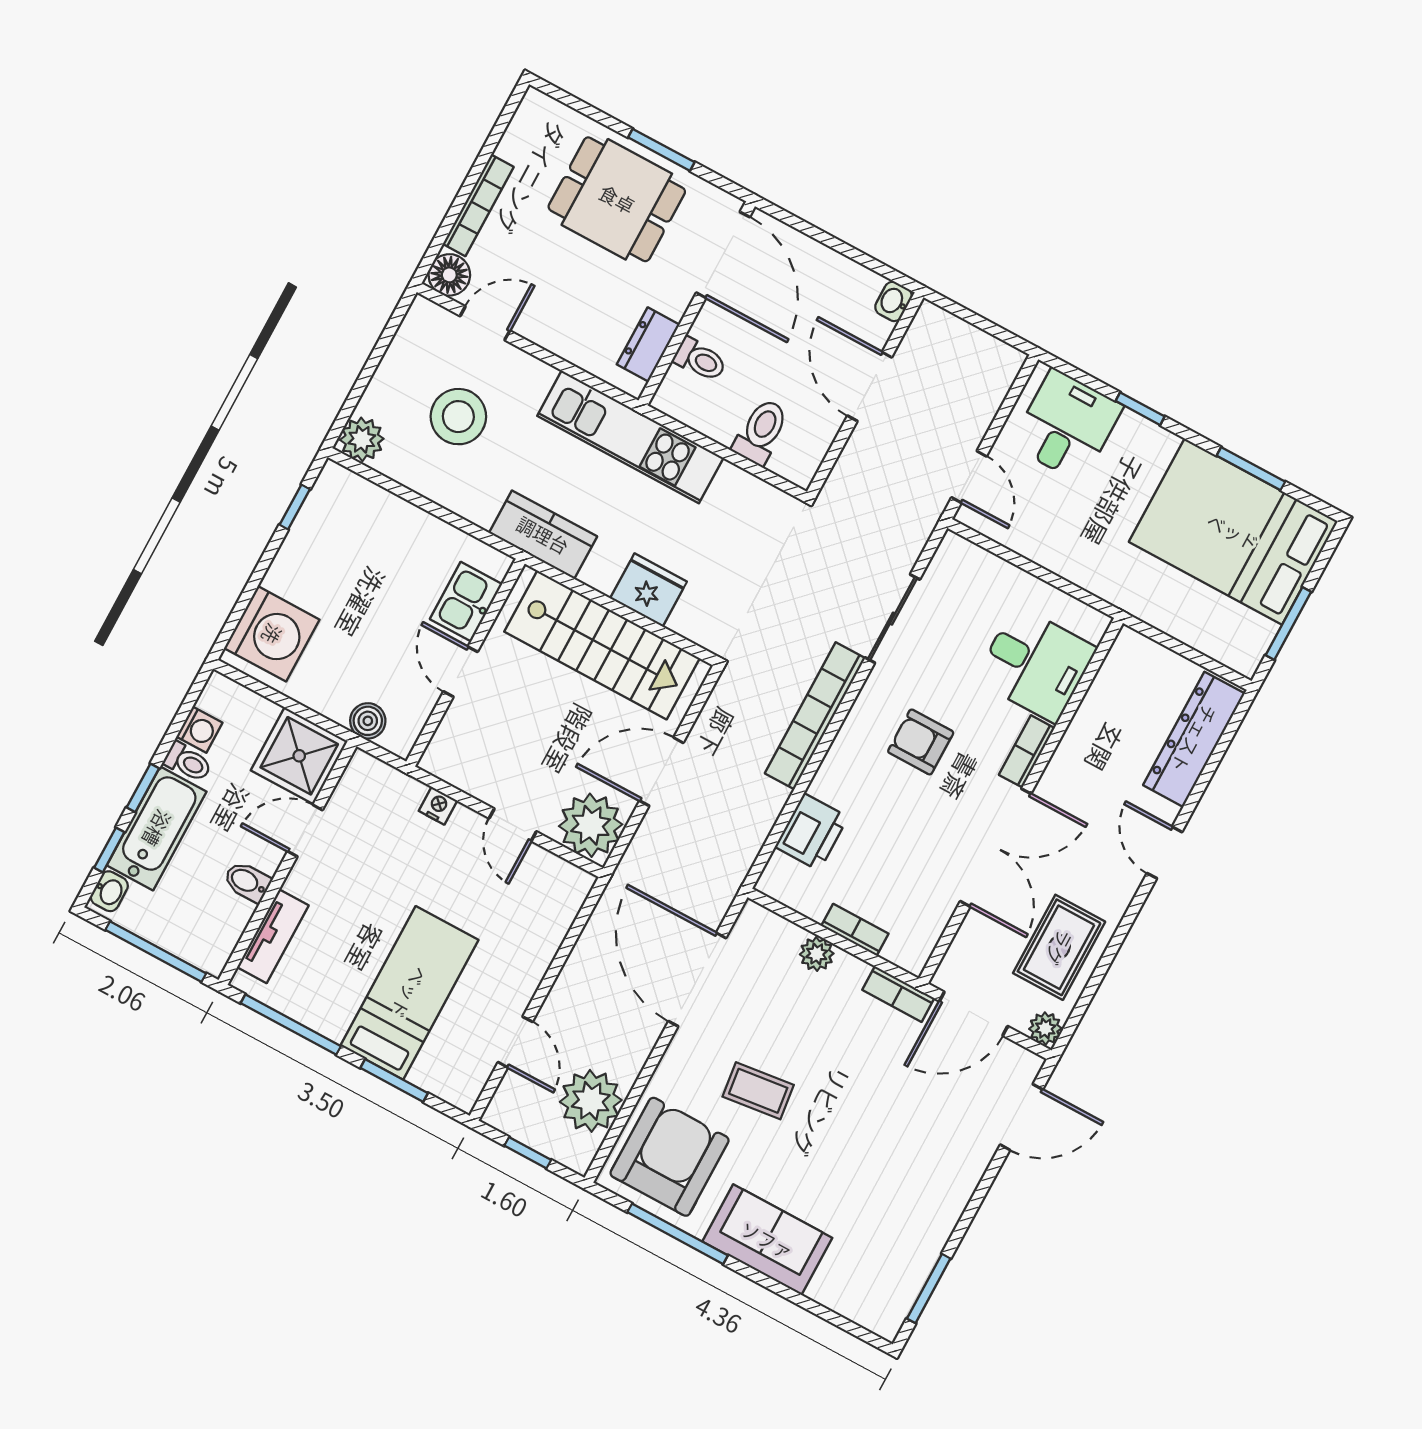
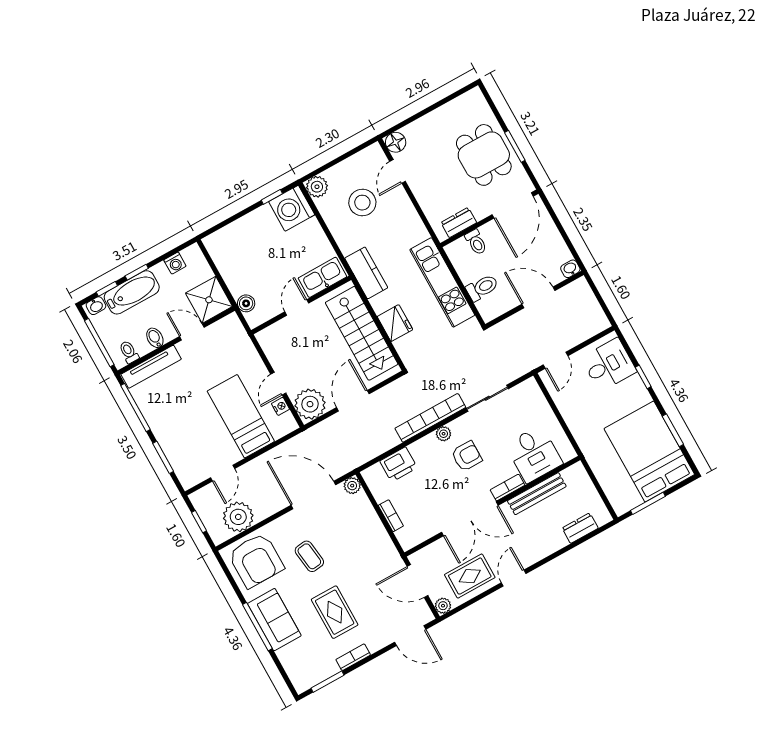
bookcase: (478, 205) -> (426, 121), removed
door: (485, 323) -> (398, 171), swing flipped
door: (870, 386) -> (538, 297), hinge flipped
kitchen unit: (630, 437) -> (442, 282), moved
kitchen sink: (466, 602) -> (322, 277), width x1.38
washing machine: (272, 634) -> (292, 208), moved, turned 90
plant: (856, 729) -> (444, 434), added
bench: (1084, 730) -> (537, 494), added
dresser: (1194, 739) -> (580, 528), width x0.51, depth x0.80
armchair: (921, 742) -> (467, 456), turned 90
toilet: (188, 762) -> (129, 352), moved, turned 180
door: (661, 772) -> (353, 401), hinge flipped
nightstand: (438, 806) -> (280, 406), moved
door: (1164, 853) -> (514, 578), moved
tv unit: (273, 936) -> (151, 367), width x1.41
plant: (817, 954) -> (352, 486), moved
door: (697, 980) -> (313, 495), hinge flipped
bed: (409, 993) -> (241, 416), moved, turned -90
bookcase: (898, 994) -> (353, 657), moved, turned 90
armchair: (670, 1157) -> (256, 560), turned 90
rug: (864, 1160) -> (335, 612), added
window: (678, 1234) -> (257, 627), moved

